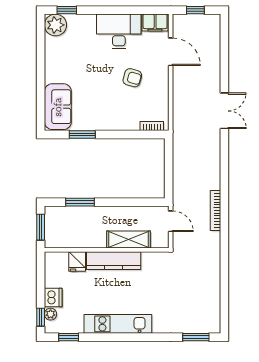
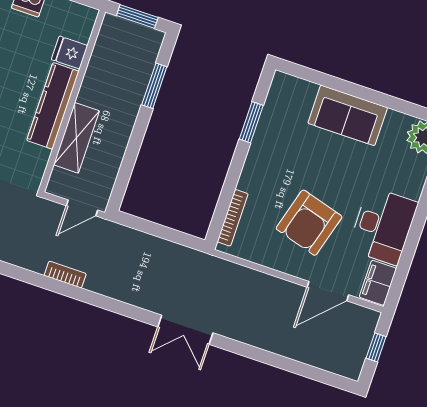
armchair: (132, 78) -> (309, 223), width x1.88, depth x1.88
sofa: (58, 107) -> (348, 115), moved
double door: (224, 111) -> (185, 330), moved
bookcase: (152, 126) -> (233, 218), width x1.56
bookcase: (215, 210) -> (65, 275), width x0.64

